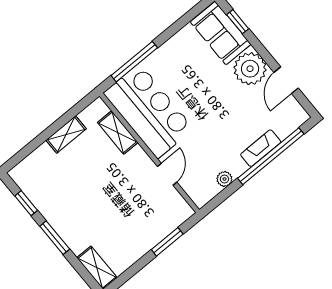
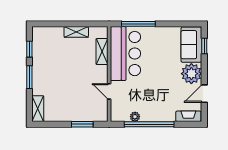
fireplace: (261, 148) -> (188, 116), moved
window: (271, 156) -> (149, 124), moved
door: (167, 174) -> (109, 91), swing flipped

